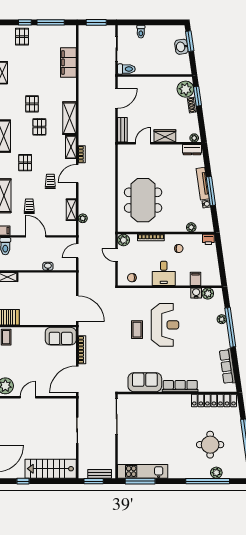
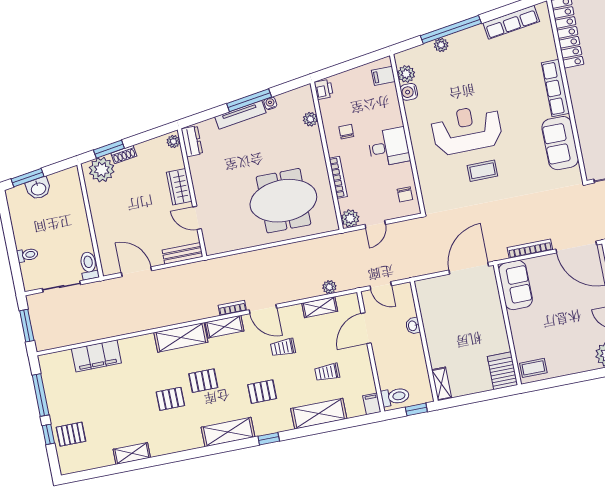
door: (36, 236) -> (366, 328), moved
filing cabinet: (196, 279) -> (383, 76), moved

